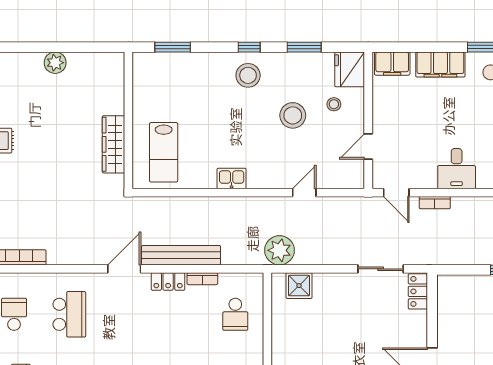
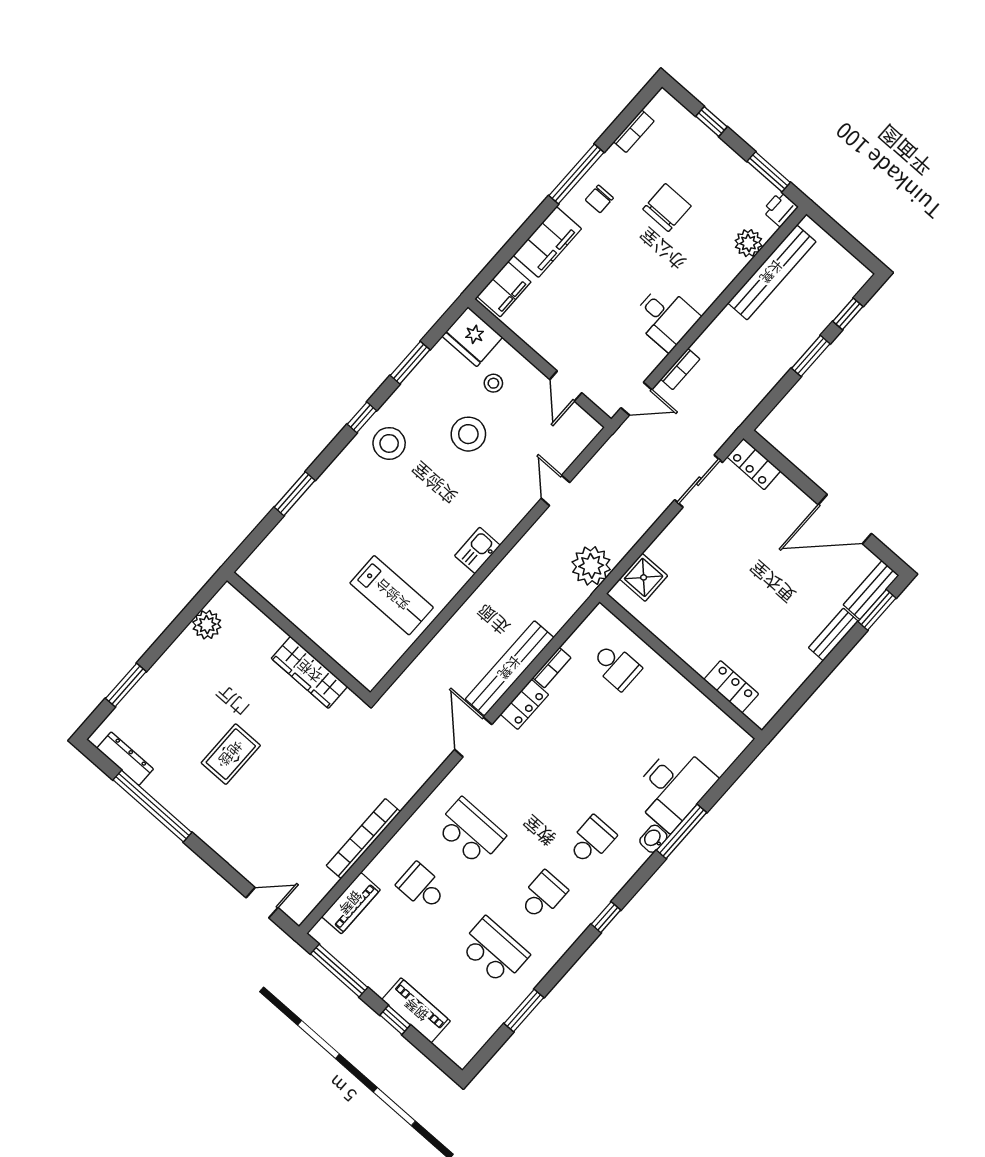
wall: (128, 120) -> (299, 636), moved
wardrobe: (114, 144) -> (309, 672), moved

